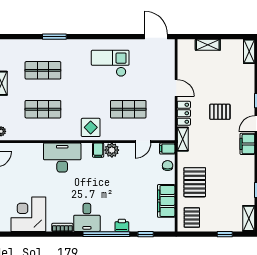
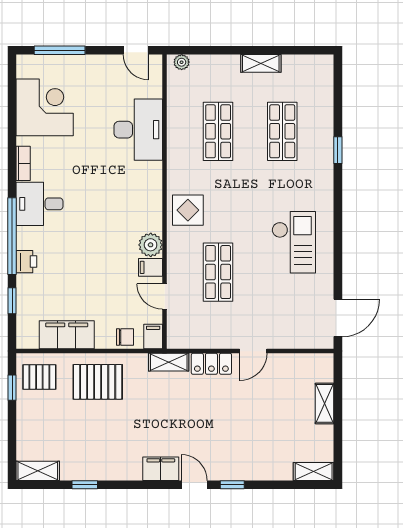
window: (54, 37) -> (338, 150), width x0.67
pallet: (220, 112) -> (214, 423), removed
filing cabinet: (98, 150) -> (150, 267), moved
desk: (62, 158) -> (138, 130), moved
window: (225, 234) -> (12, 388), moved

